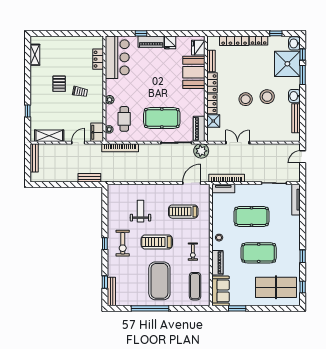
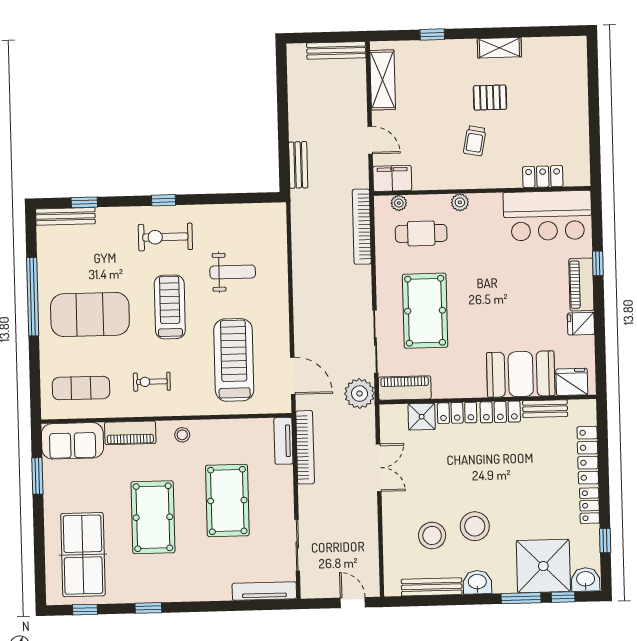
shelving: (35, 55) -> (499, 48), moved
stool: (246, 99) -> (432, 535), moved
treadmill: (183, 212) -> (234, 360), width x1.37, depth x1.38

